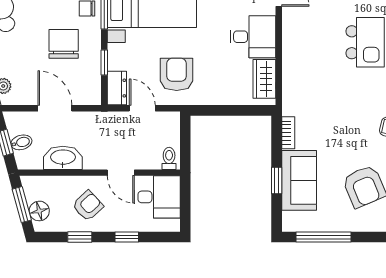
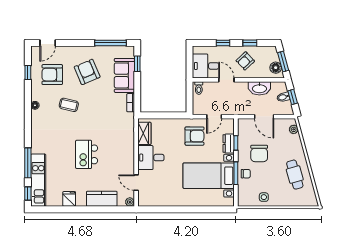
armchair: (177, 74) -> (195, 136), turned -90
dresser: (117, 88) -> (229, 144), moved
door: (142, 108) -> (214, 117), hinge flipped
window: (277, 180) -> (137, 64), moved
floor lamp: (39, 211) -> (276, 68), moved

